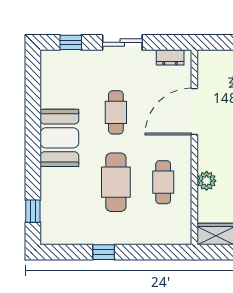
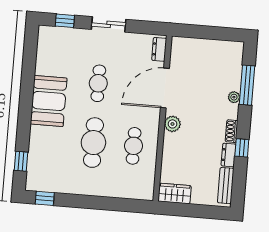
dresser: (170, 57) -> (159, 49), moved, turned 90
plant: (207, 181) -> (172, 124), moved
window: (104, 252) -> (45, 198), moved

